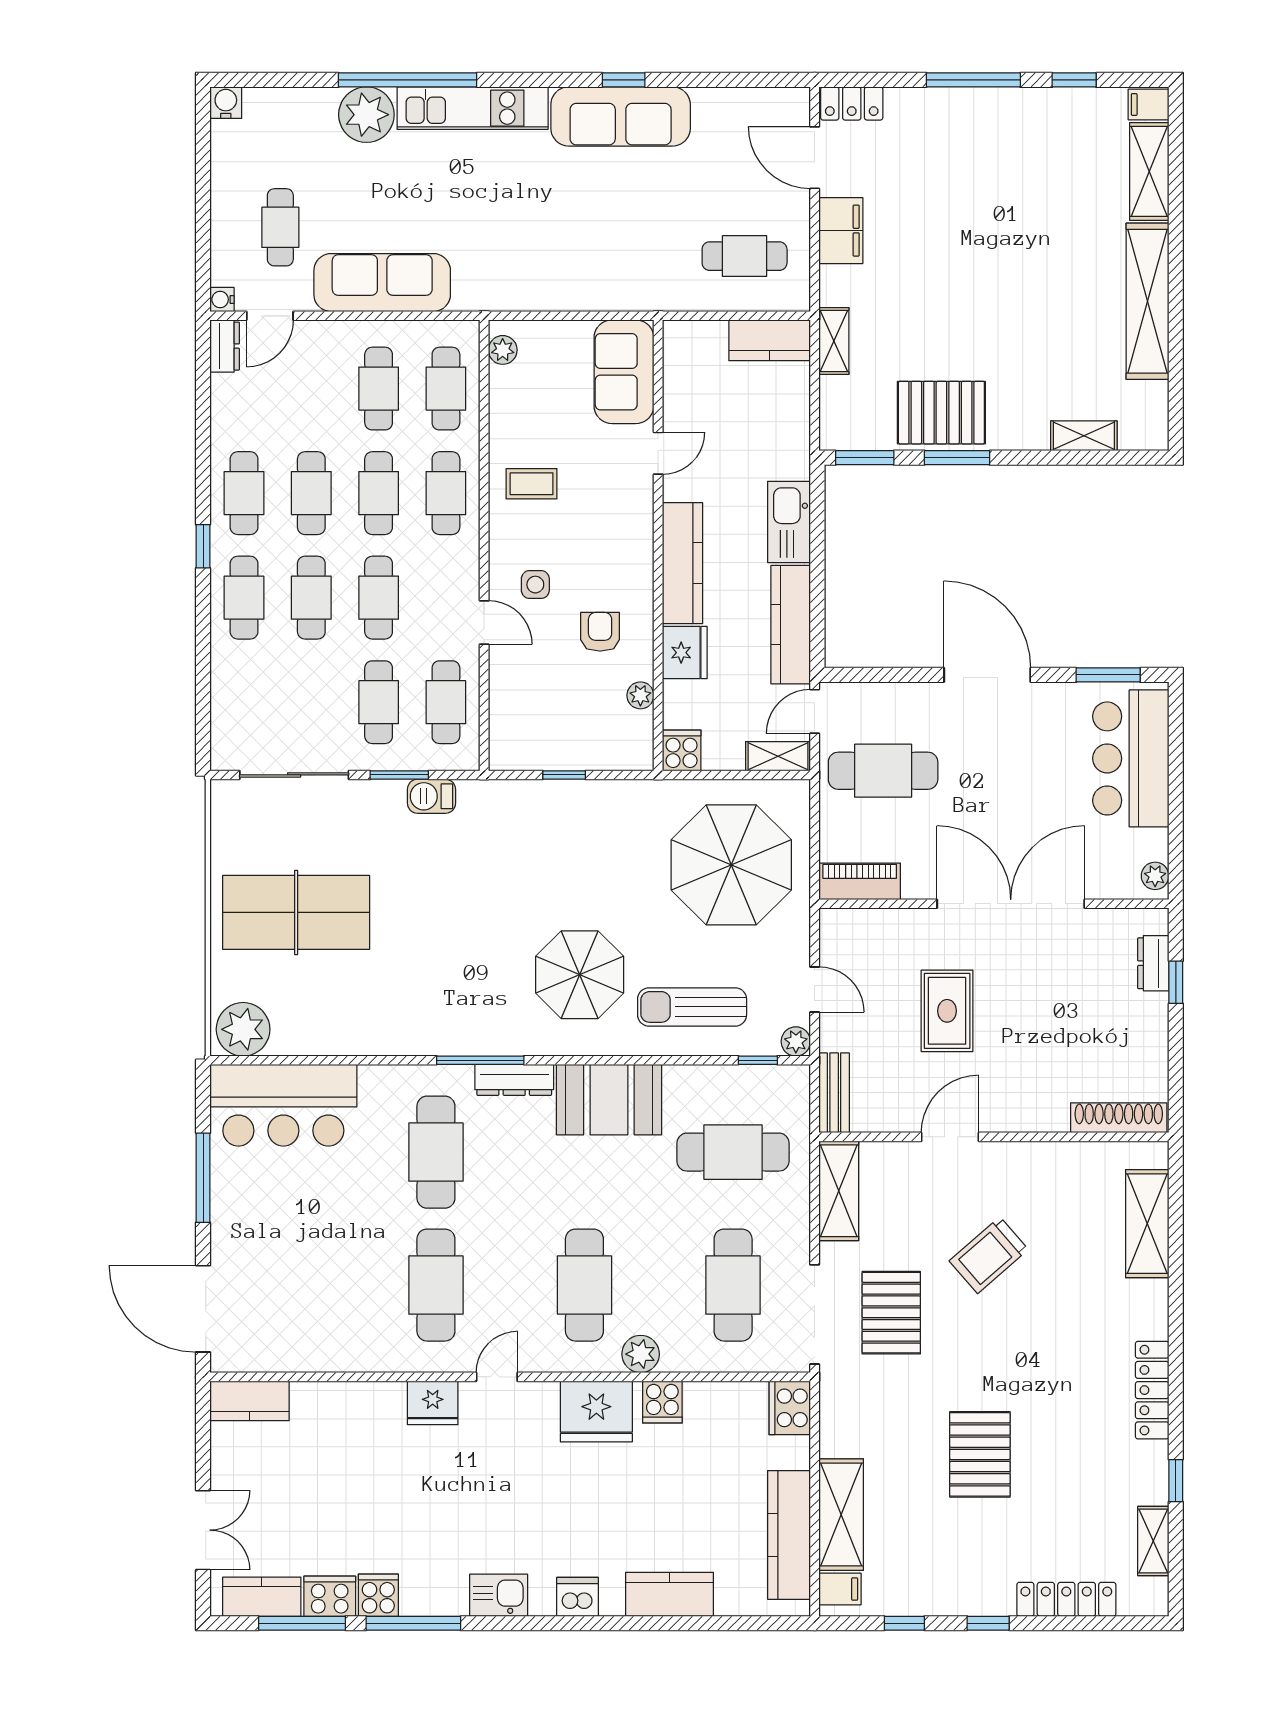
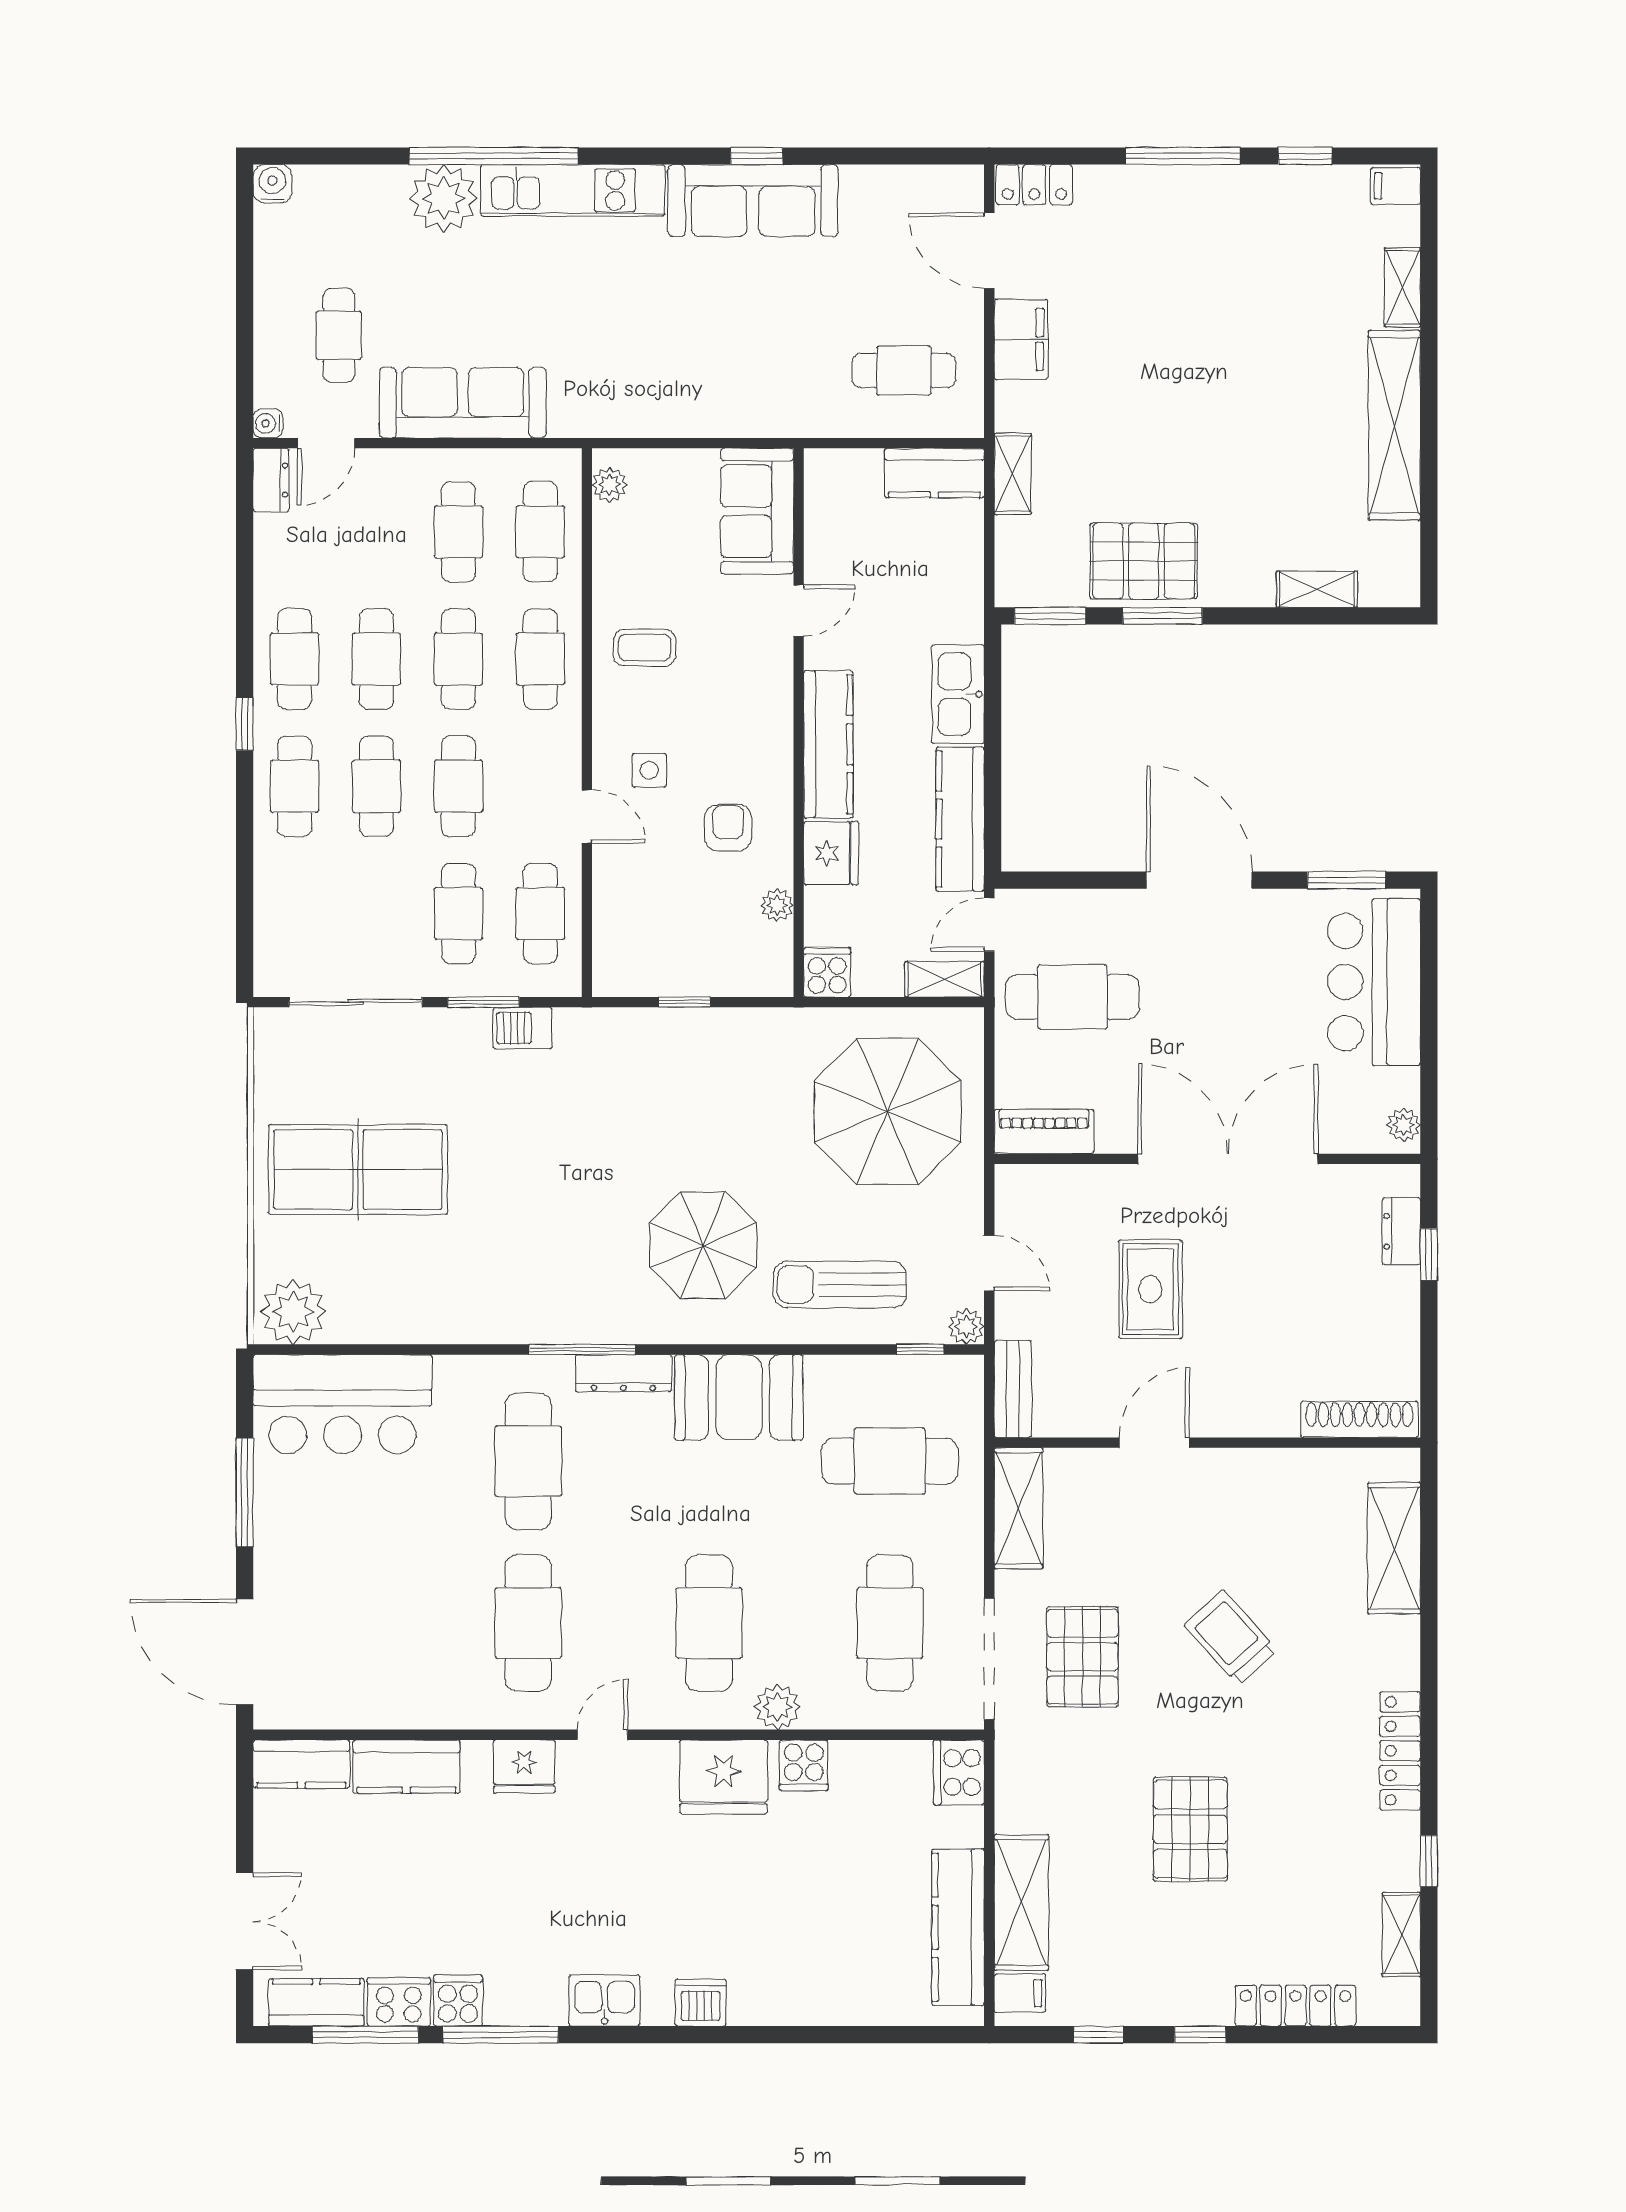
shelving: (1149, 171) -> (1402, 287), width x0.67, depth x0.75
trolley: (989, 1255) -> (1230, 1637), moved, turned 89
kitchen counter: (669, 1594) -> (406, 1767), moved, turned 180

